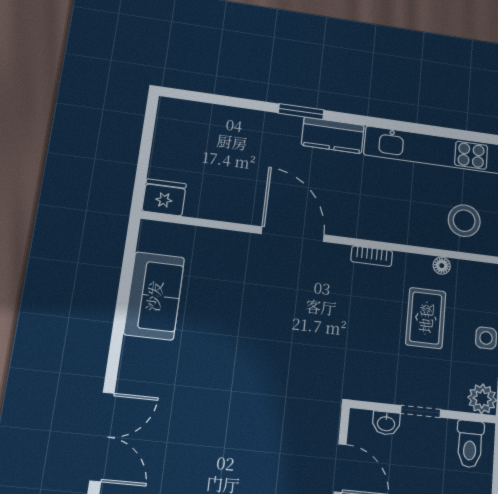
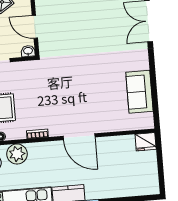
plant: (416, 227) -> (17, 154), added
washbasin: (386, 423) -> (28, 51), moved

